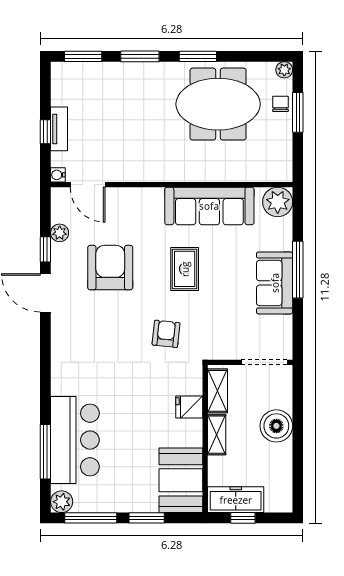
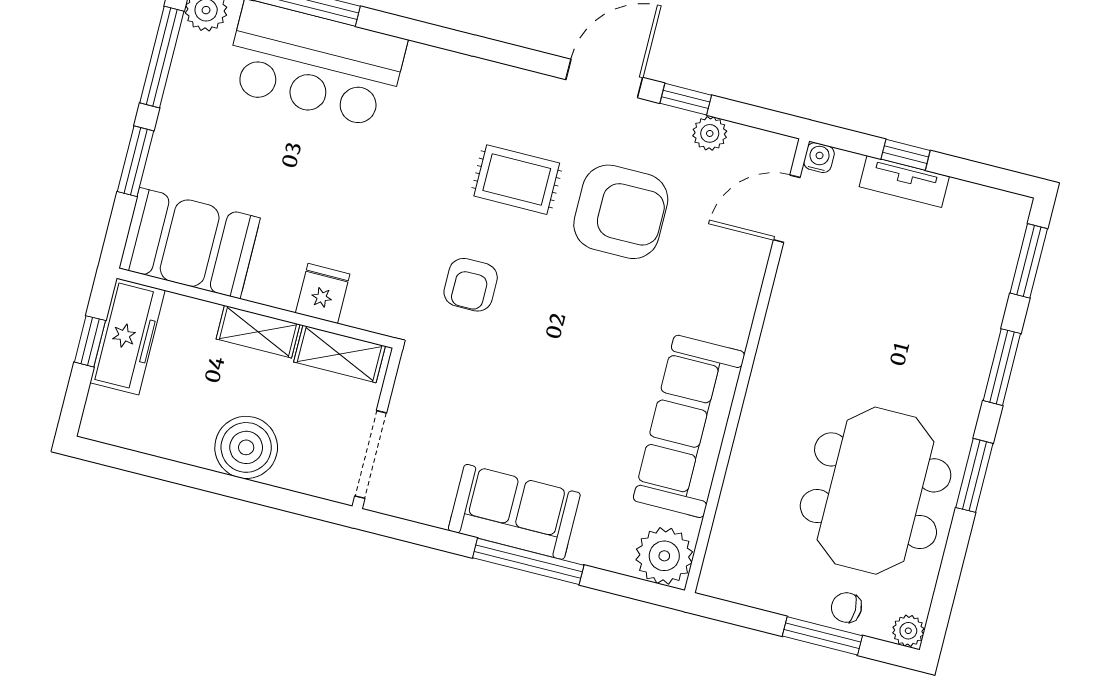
chair: (280, 104) -> (846, 608), turned 180
rug: (185, 269) -> (517, 180), moved
armchair: (166, 334) -> (471, 285), turned 84

